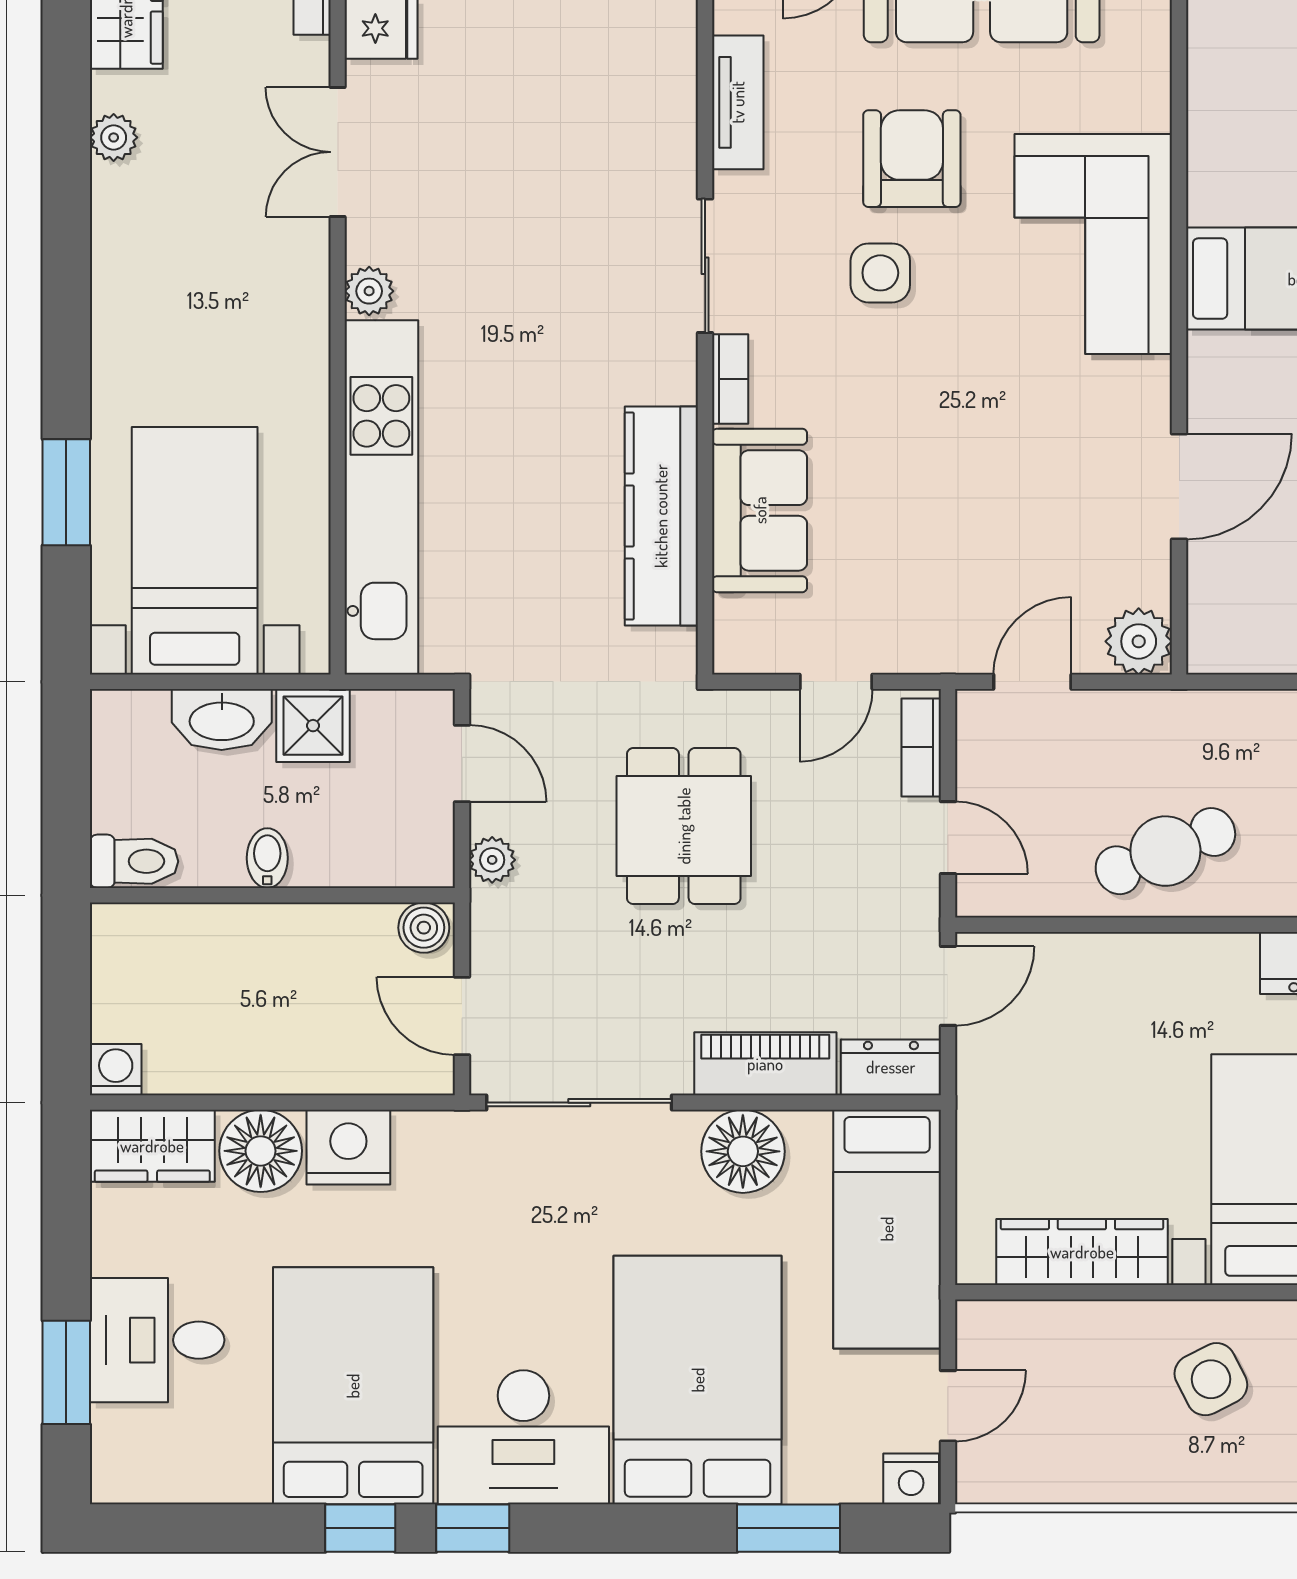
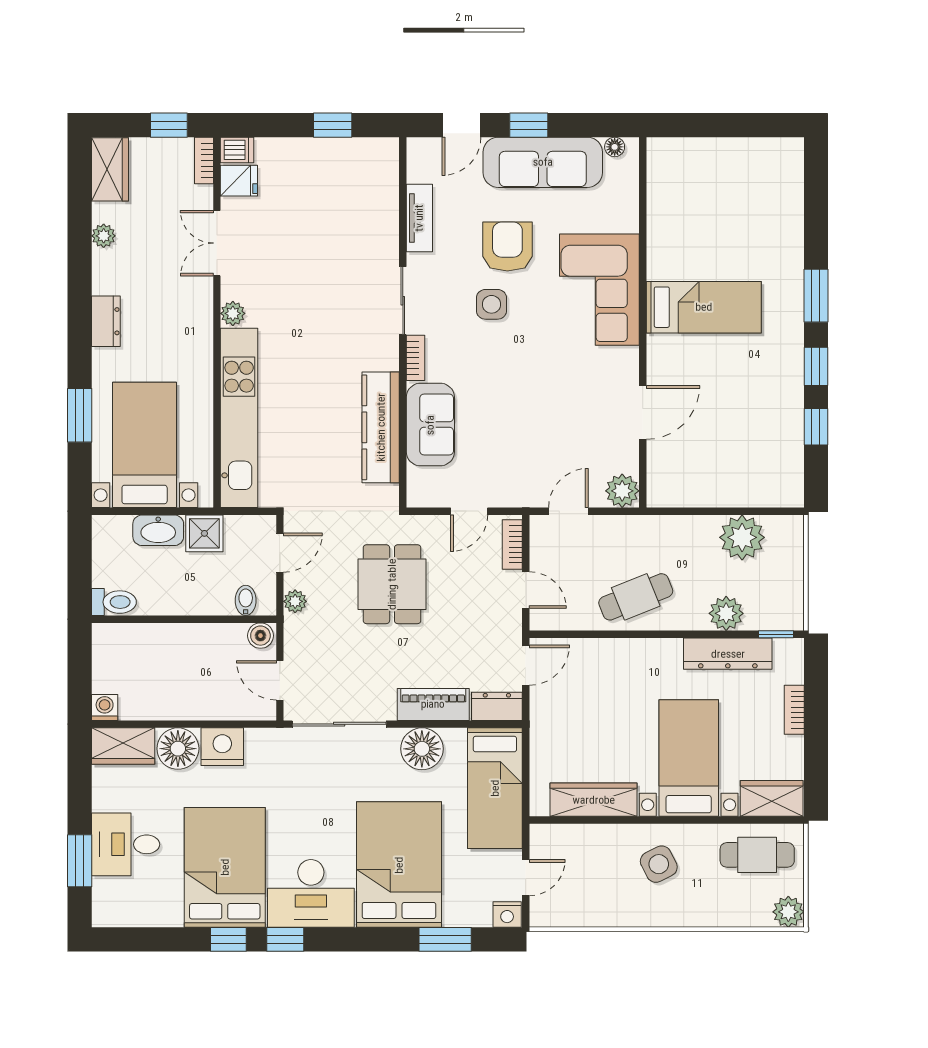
dresser: (118, 306) -> (106, 321), added
door: (462, 764) -> (280, 553), hinge flipped
bidet: (267, 858) -> (246, 600), moved

